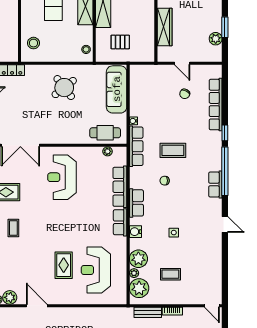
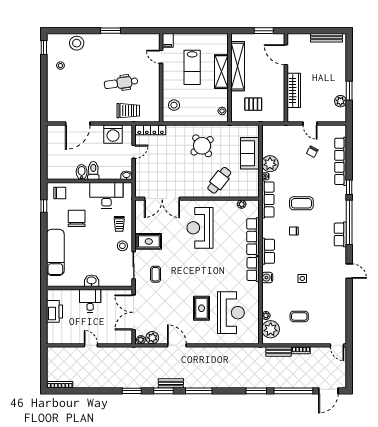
sofa: (117, 89) -> (250, 153), width x0.73
cafe table: (105, 133) -> (219, 180), moved, turned -52
plant: (138, 259) -> (270, 164), moved
reception desk: (96, 270) -> (231, 313), turned 180

